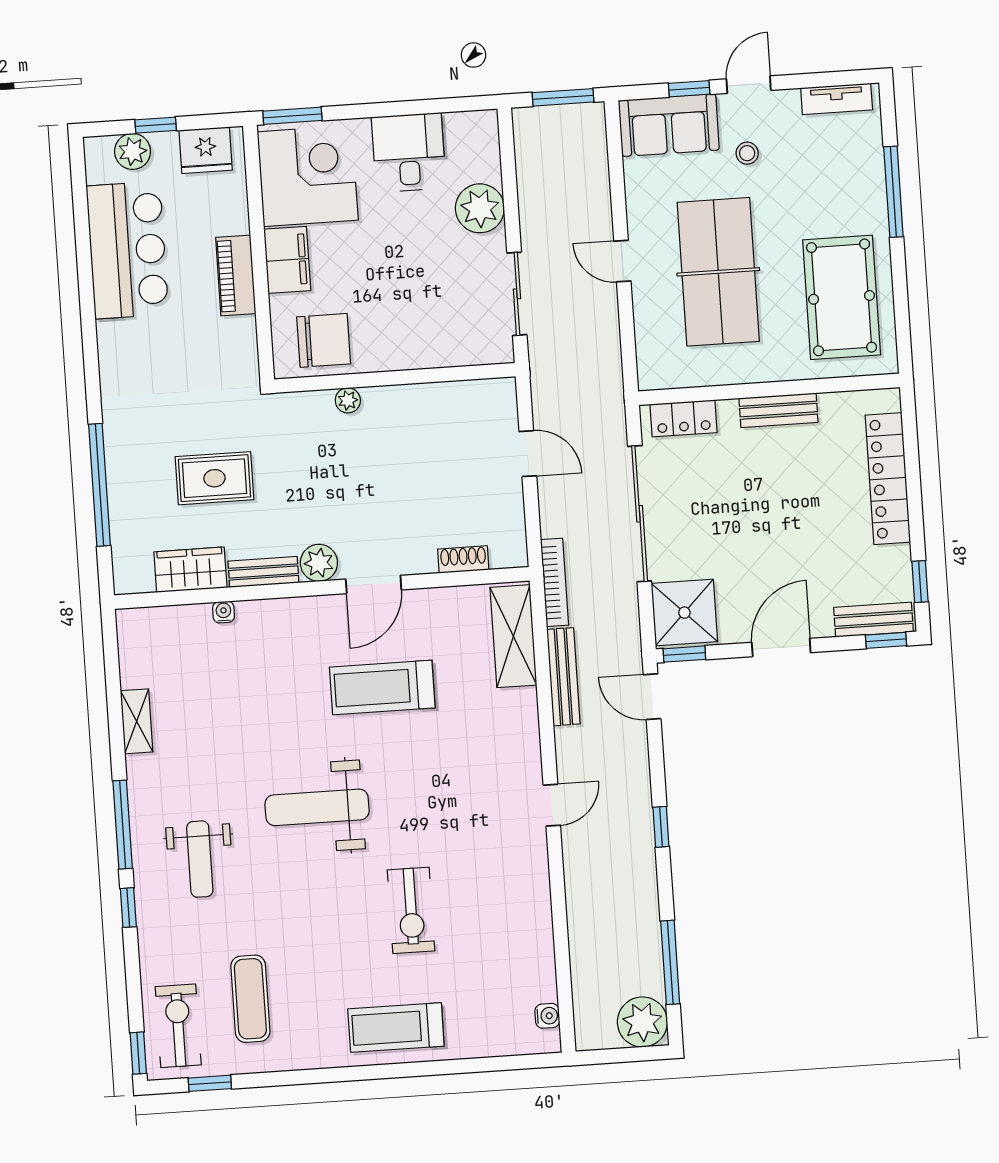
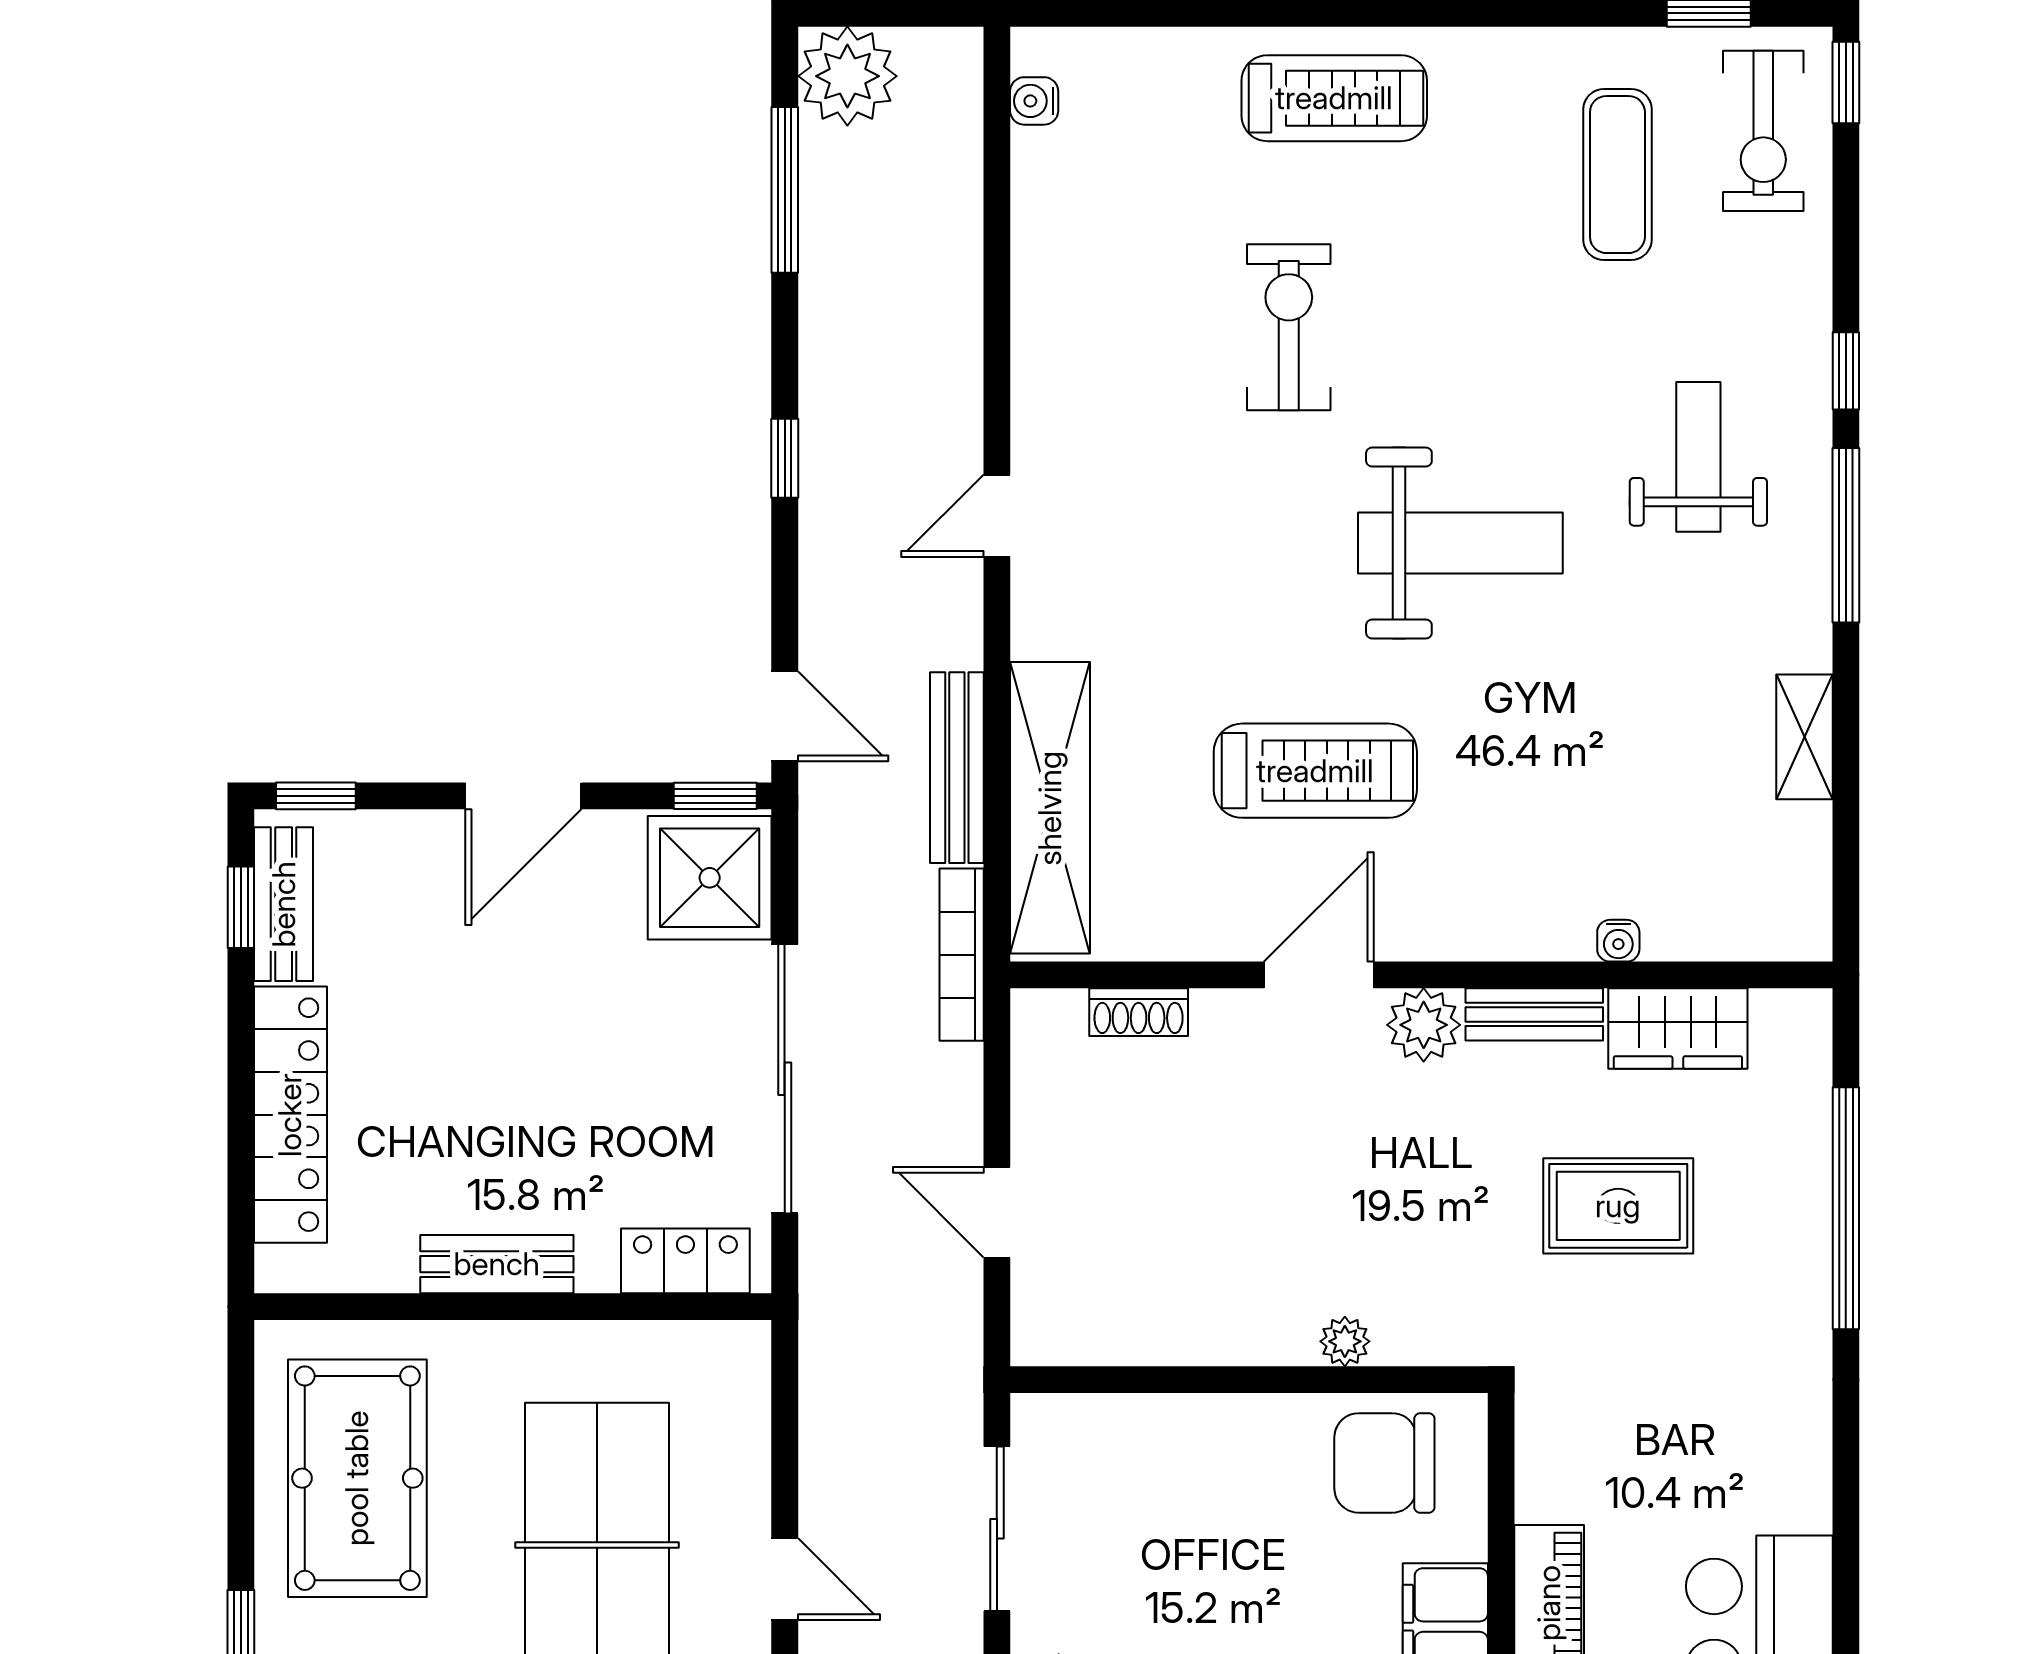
bench: (874, 620) -> (284, 904), moved, turned 90
shelving: (513, 636) -> (1050, 808), width x1.47

